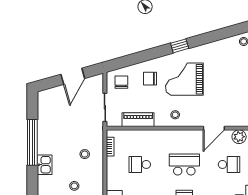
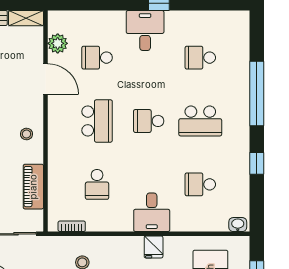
school desk: (184, 164) -> (97, 121), turned 180
school desk: (229, 164) -> (97, 58), turned -90

